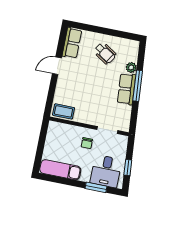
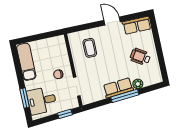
wheelchair: (105, 53) -> (140, 57), turned 90
coffee table: (64, 111) -> (90, 48), moved
window: (128, 168) -> (65, 114), moved

